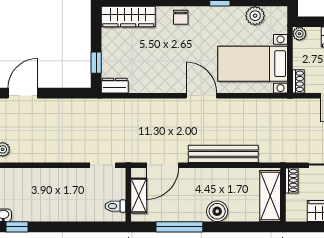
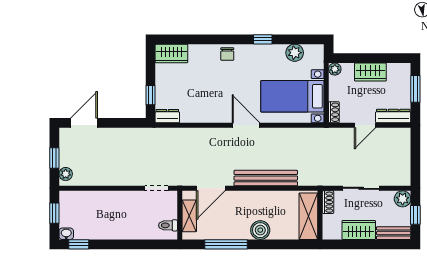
wardrobe: (128, 16) -> (171, 53), width x0.67

